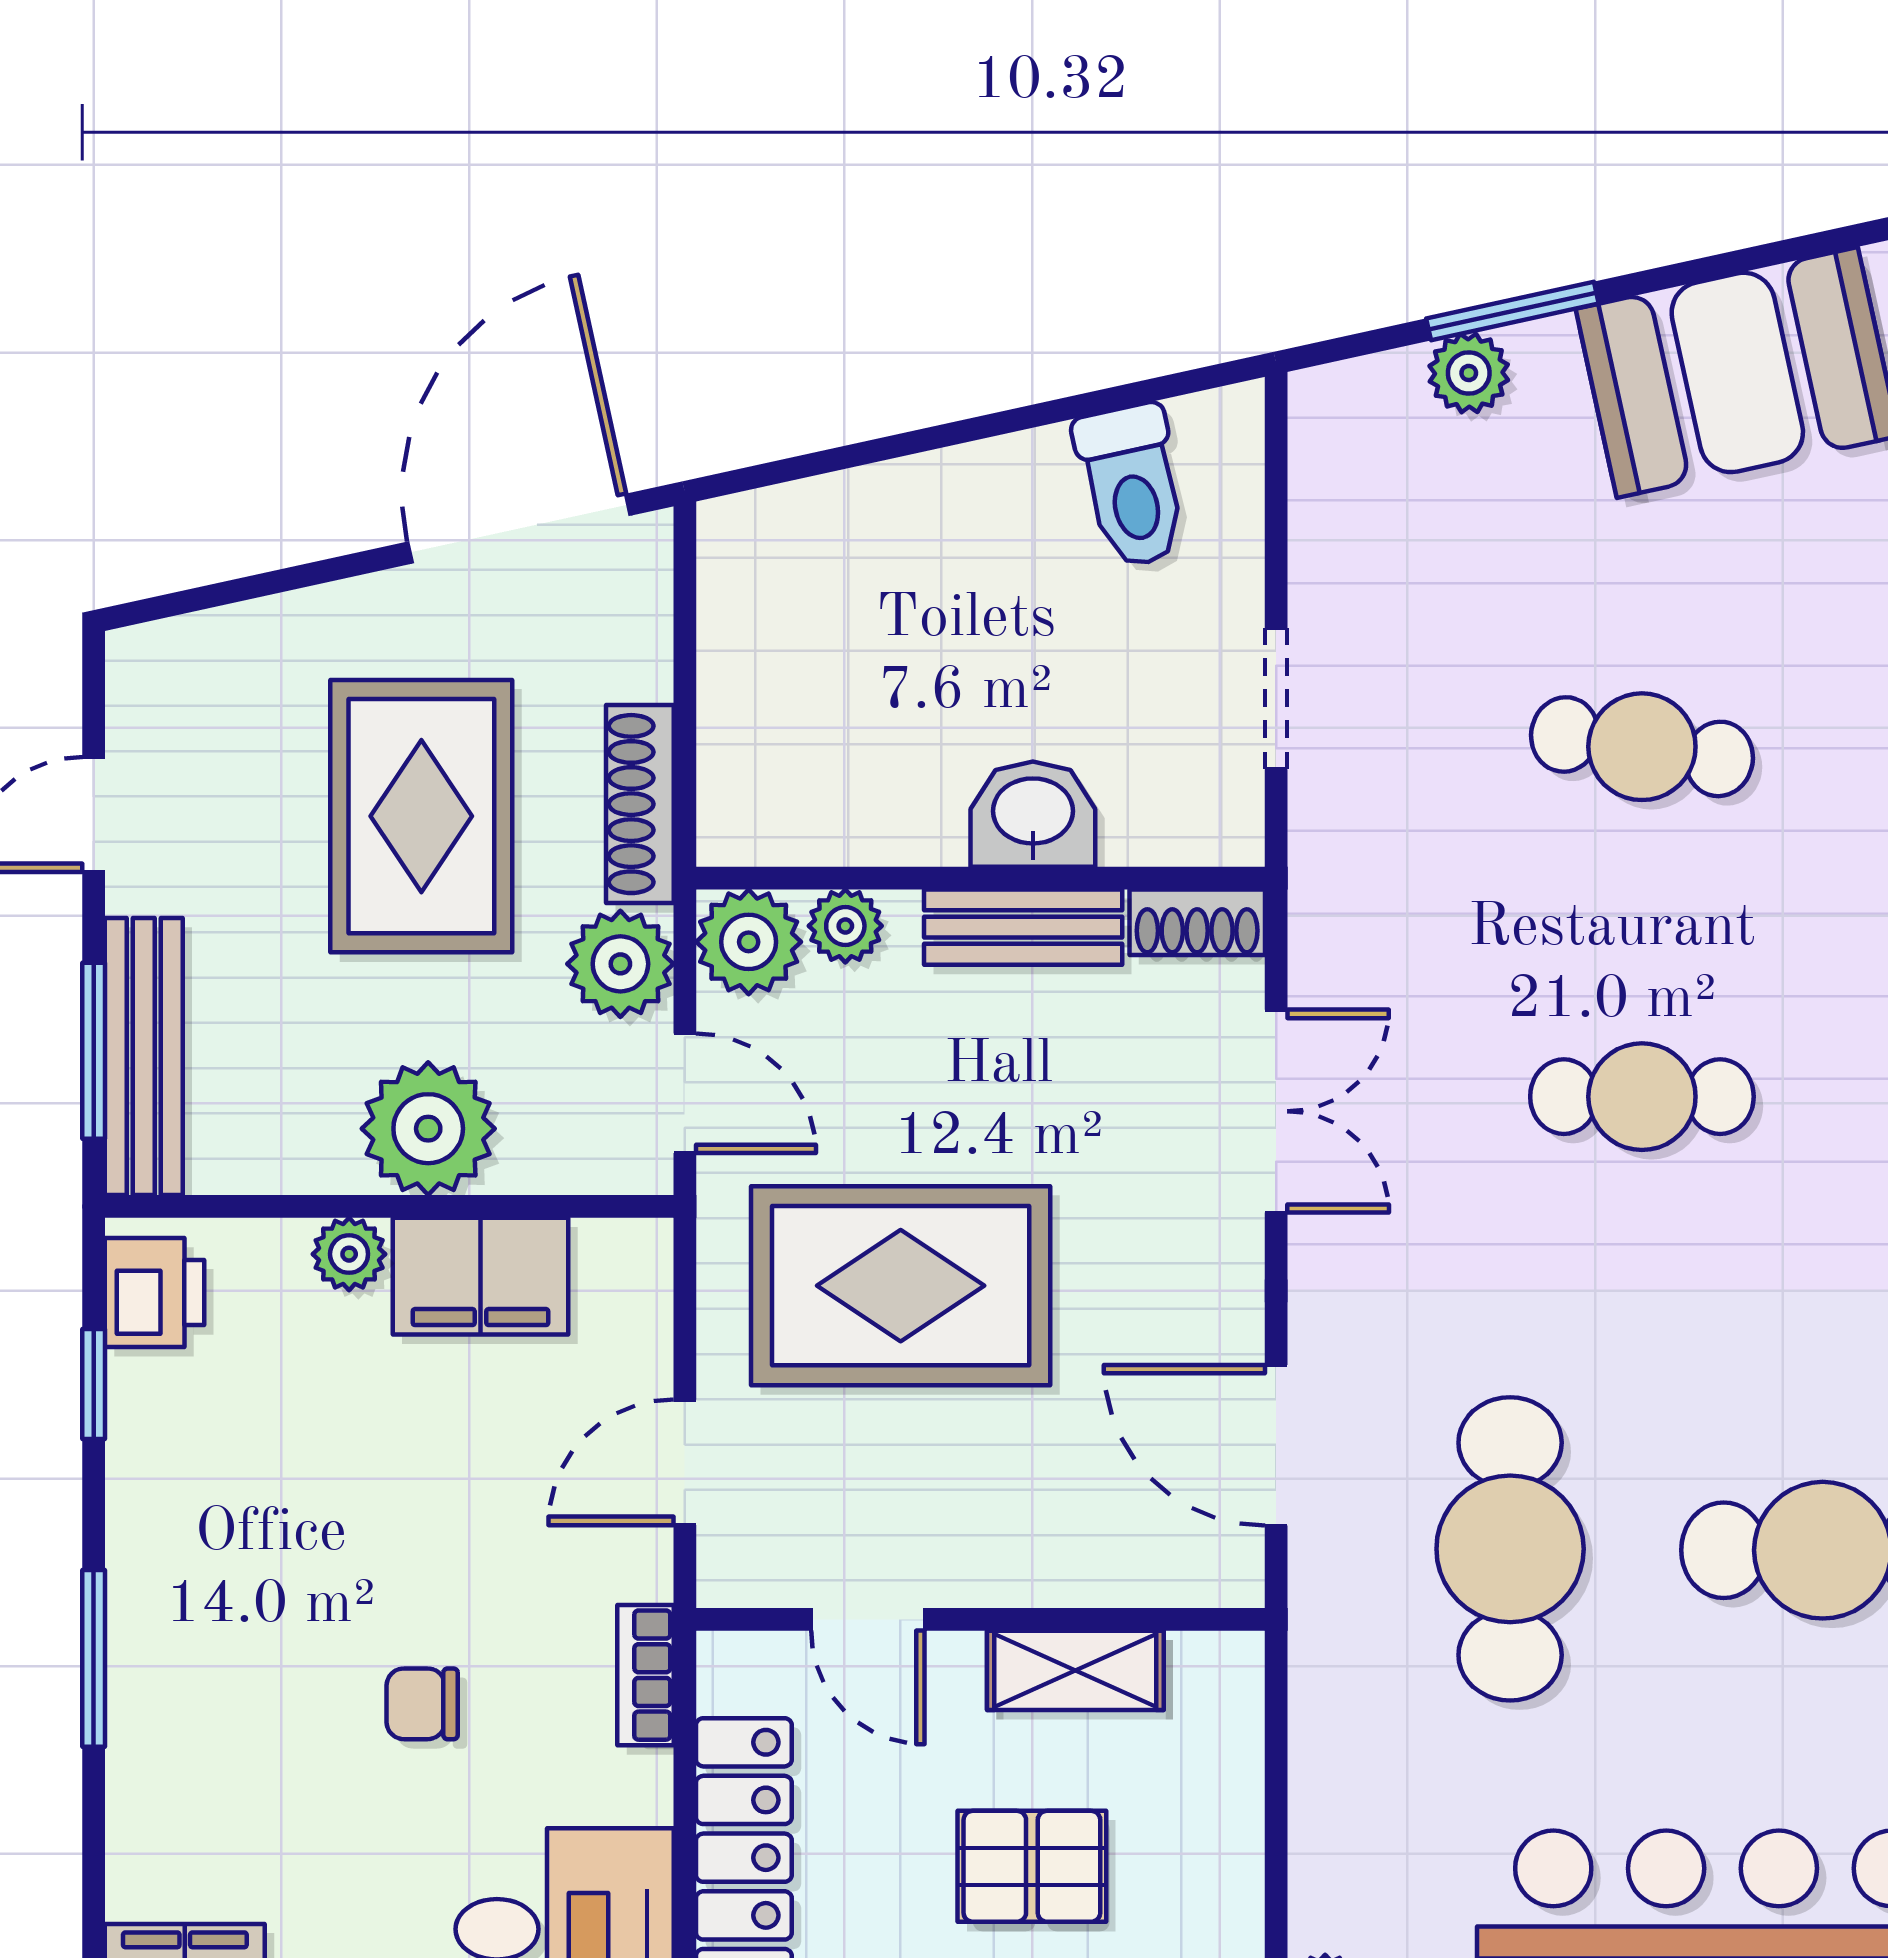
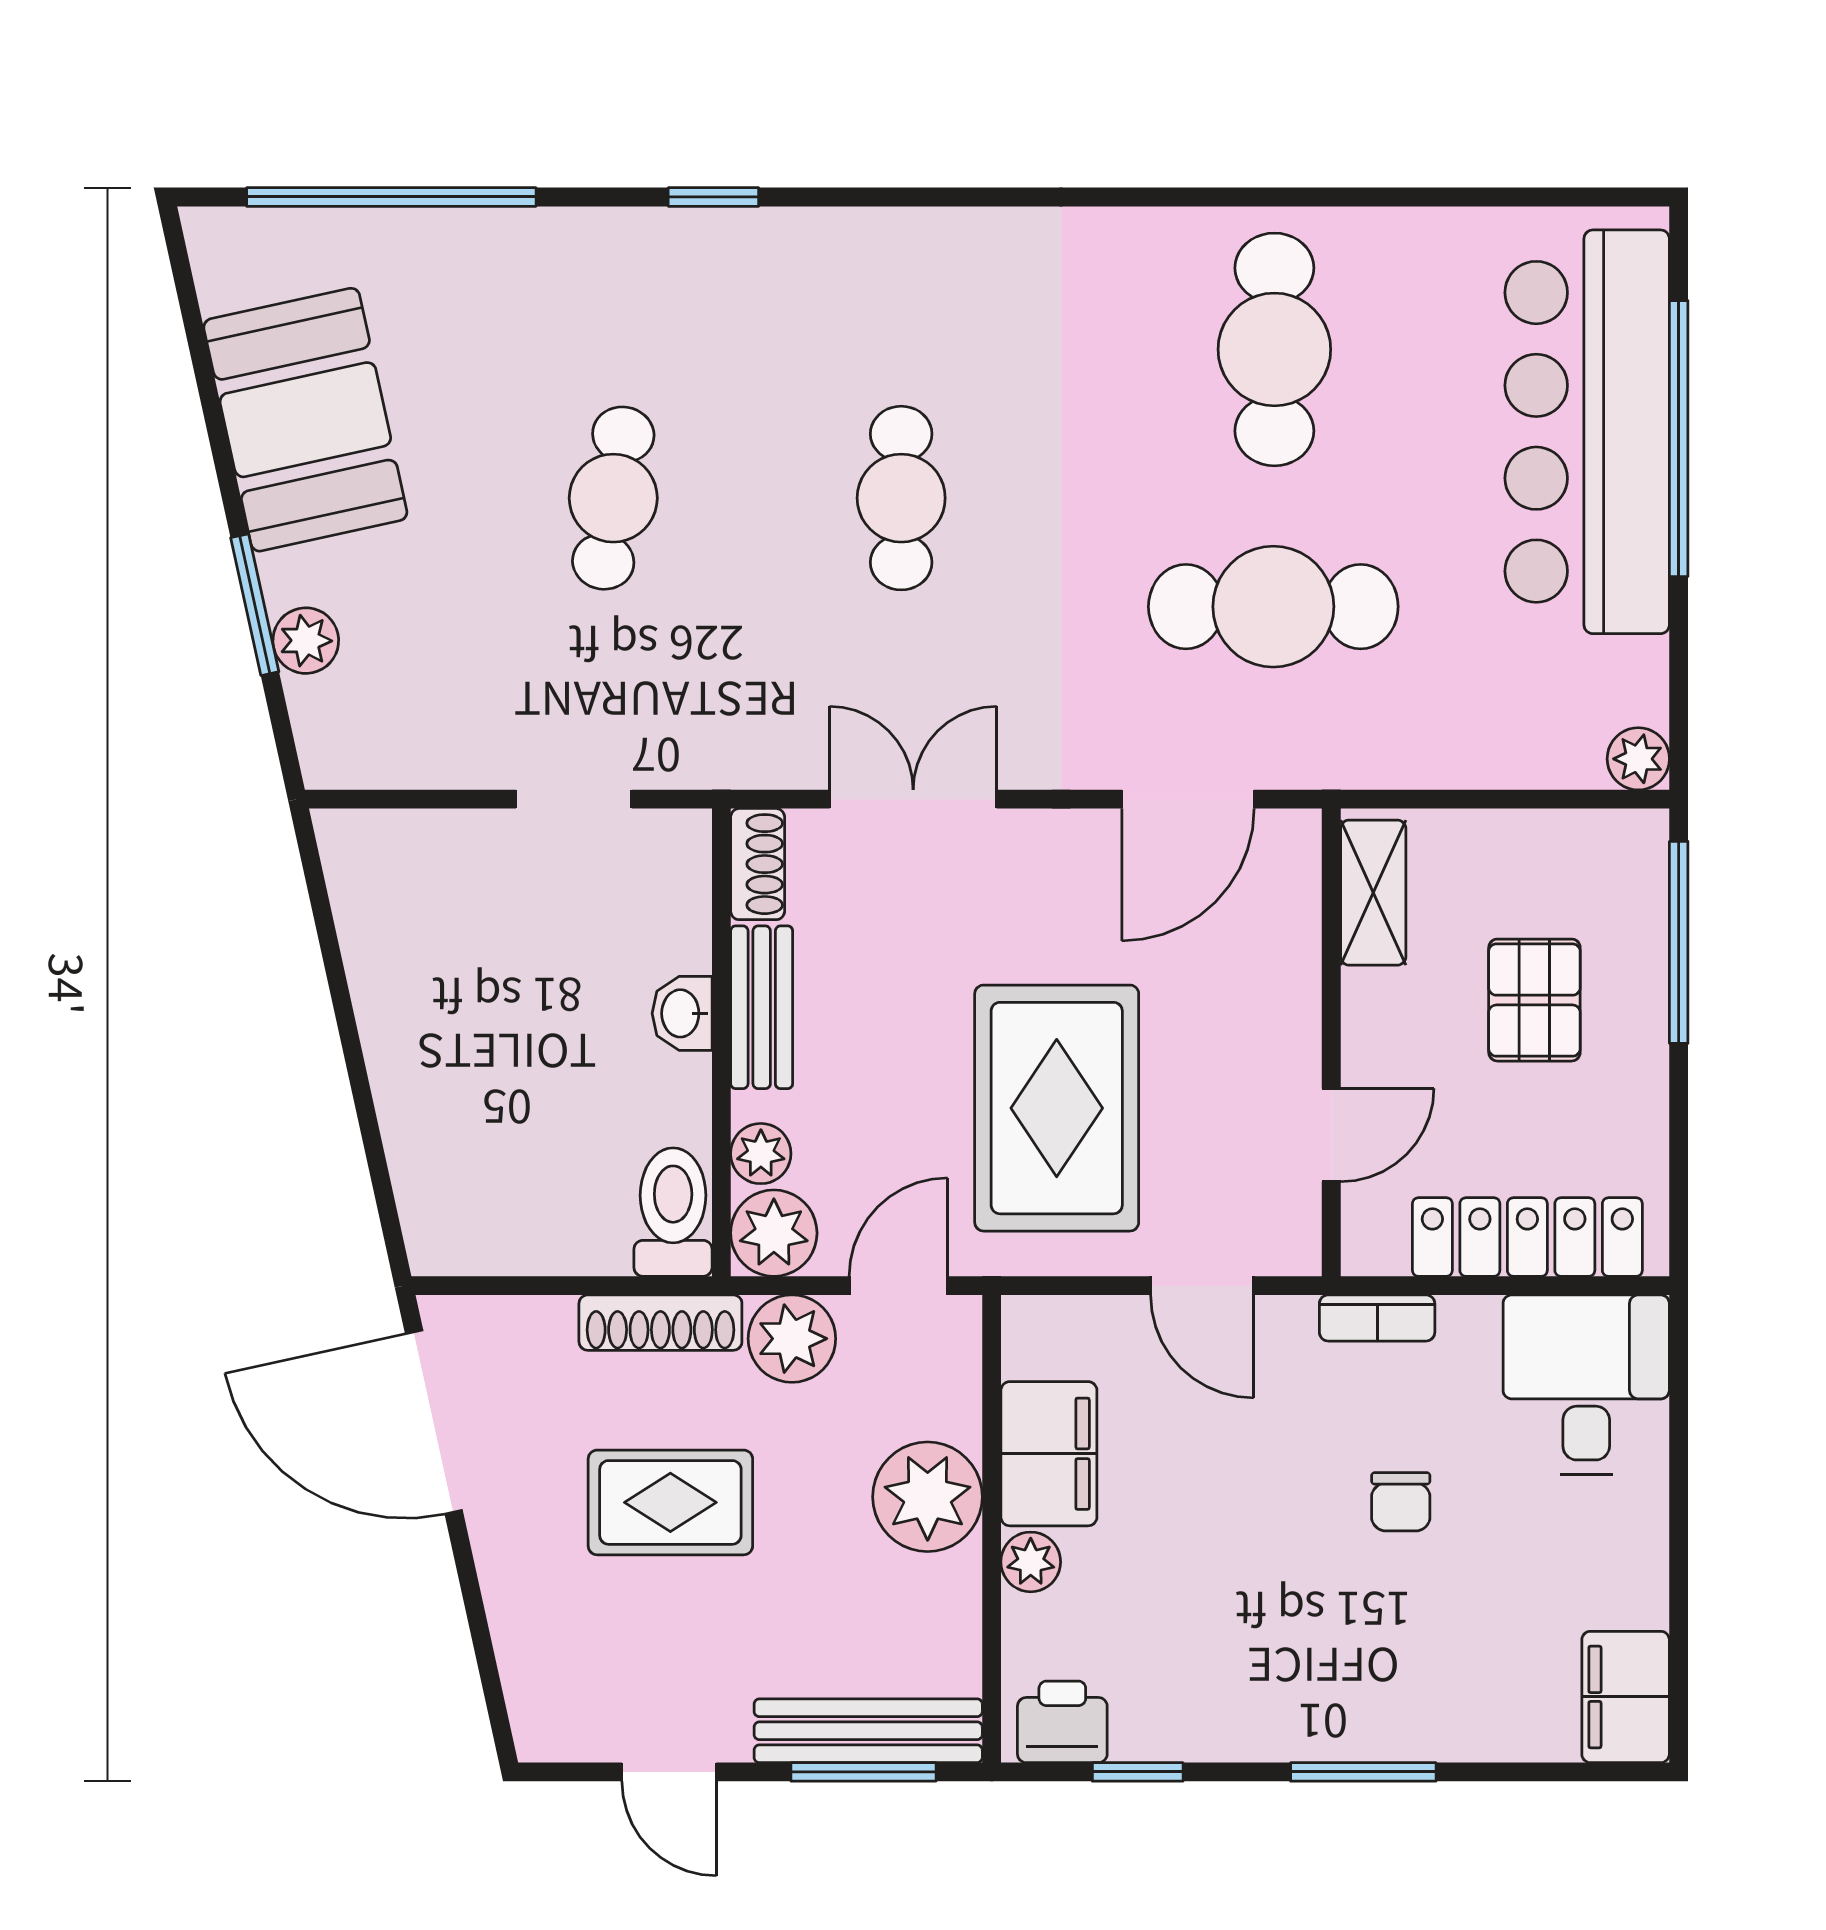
toilet: (1132, 486) -> (673, 1212), moved, turned -78
washbasin: (1033, 814) -> (682, 1013), width x0.72, depth x0.69
rug: (421, 816) -> (670, 1502), width x0.73, depth x0.70
shelving: (1075, 1670) -> (1373, 893), moved

